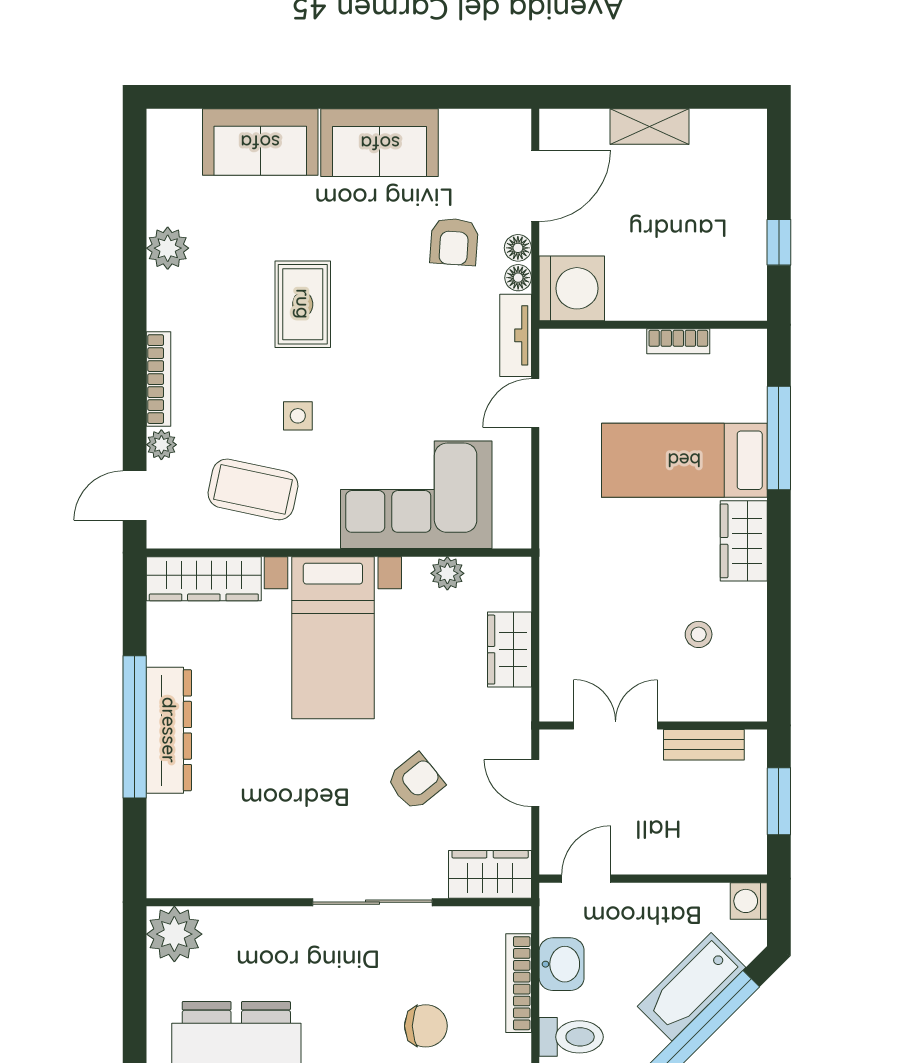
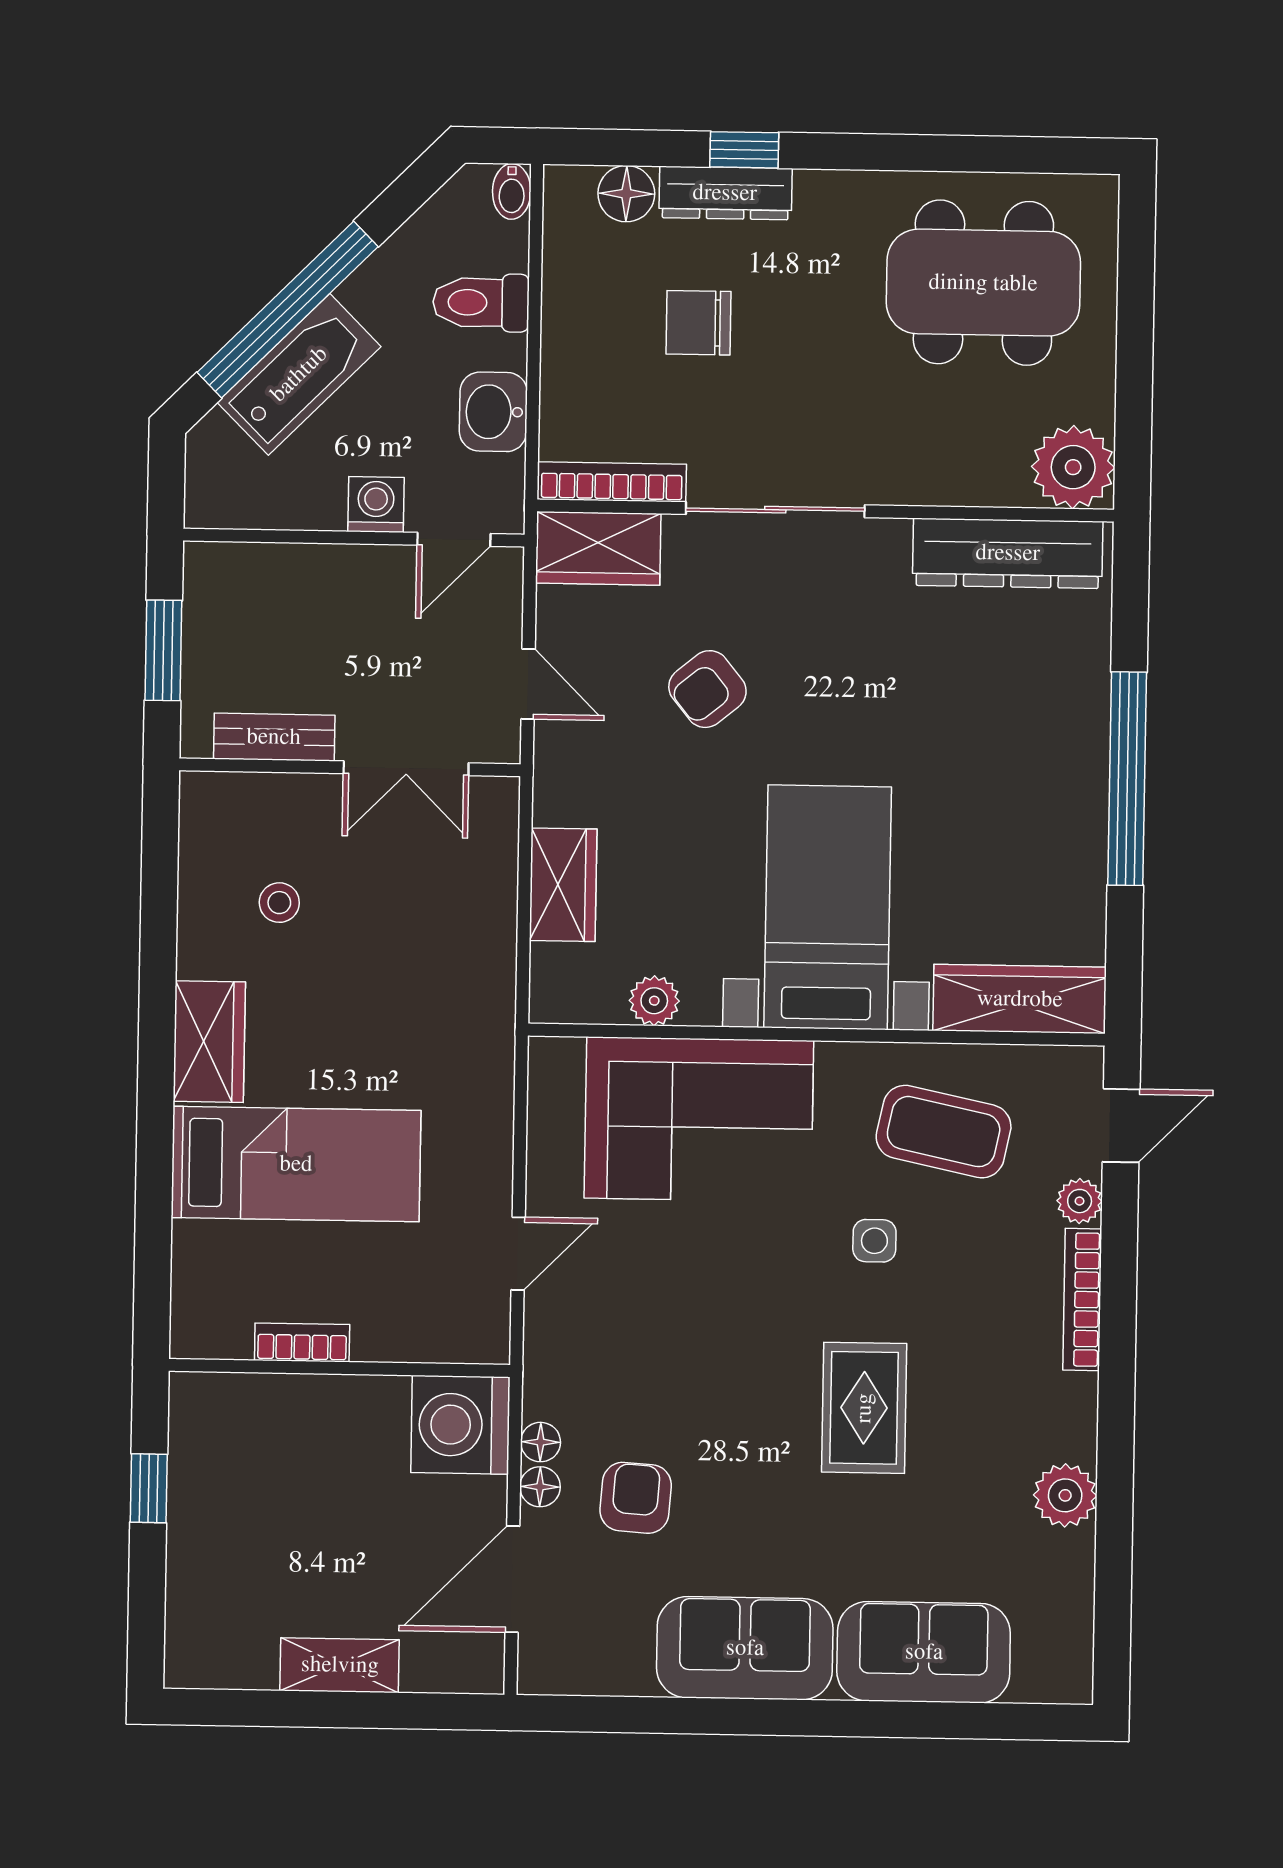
tv unit: (516, 335) -> (546, 1356), removed
window: (779, 438) -> (154, 1195), removed
dresser: (169, 730) -> (1008, 553), moved, turned -90
washing machine: (749, 901) -> (376, 505), moved, turned -90
bookcase: (519, 983) -> (612, 482), moved, turned -90

